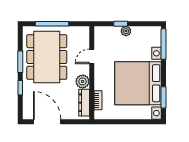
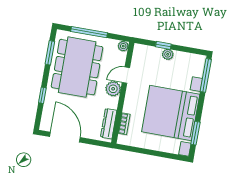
plant: (85, 31) -> (123, 46), added
window: (20, 62) -> (50, 53), moved
plant: (83, 81) -> (113, 89), moved

